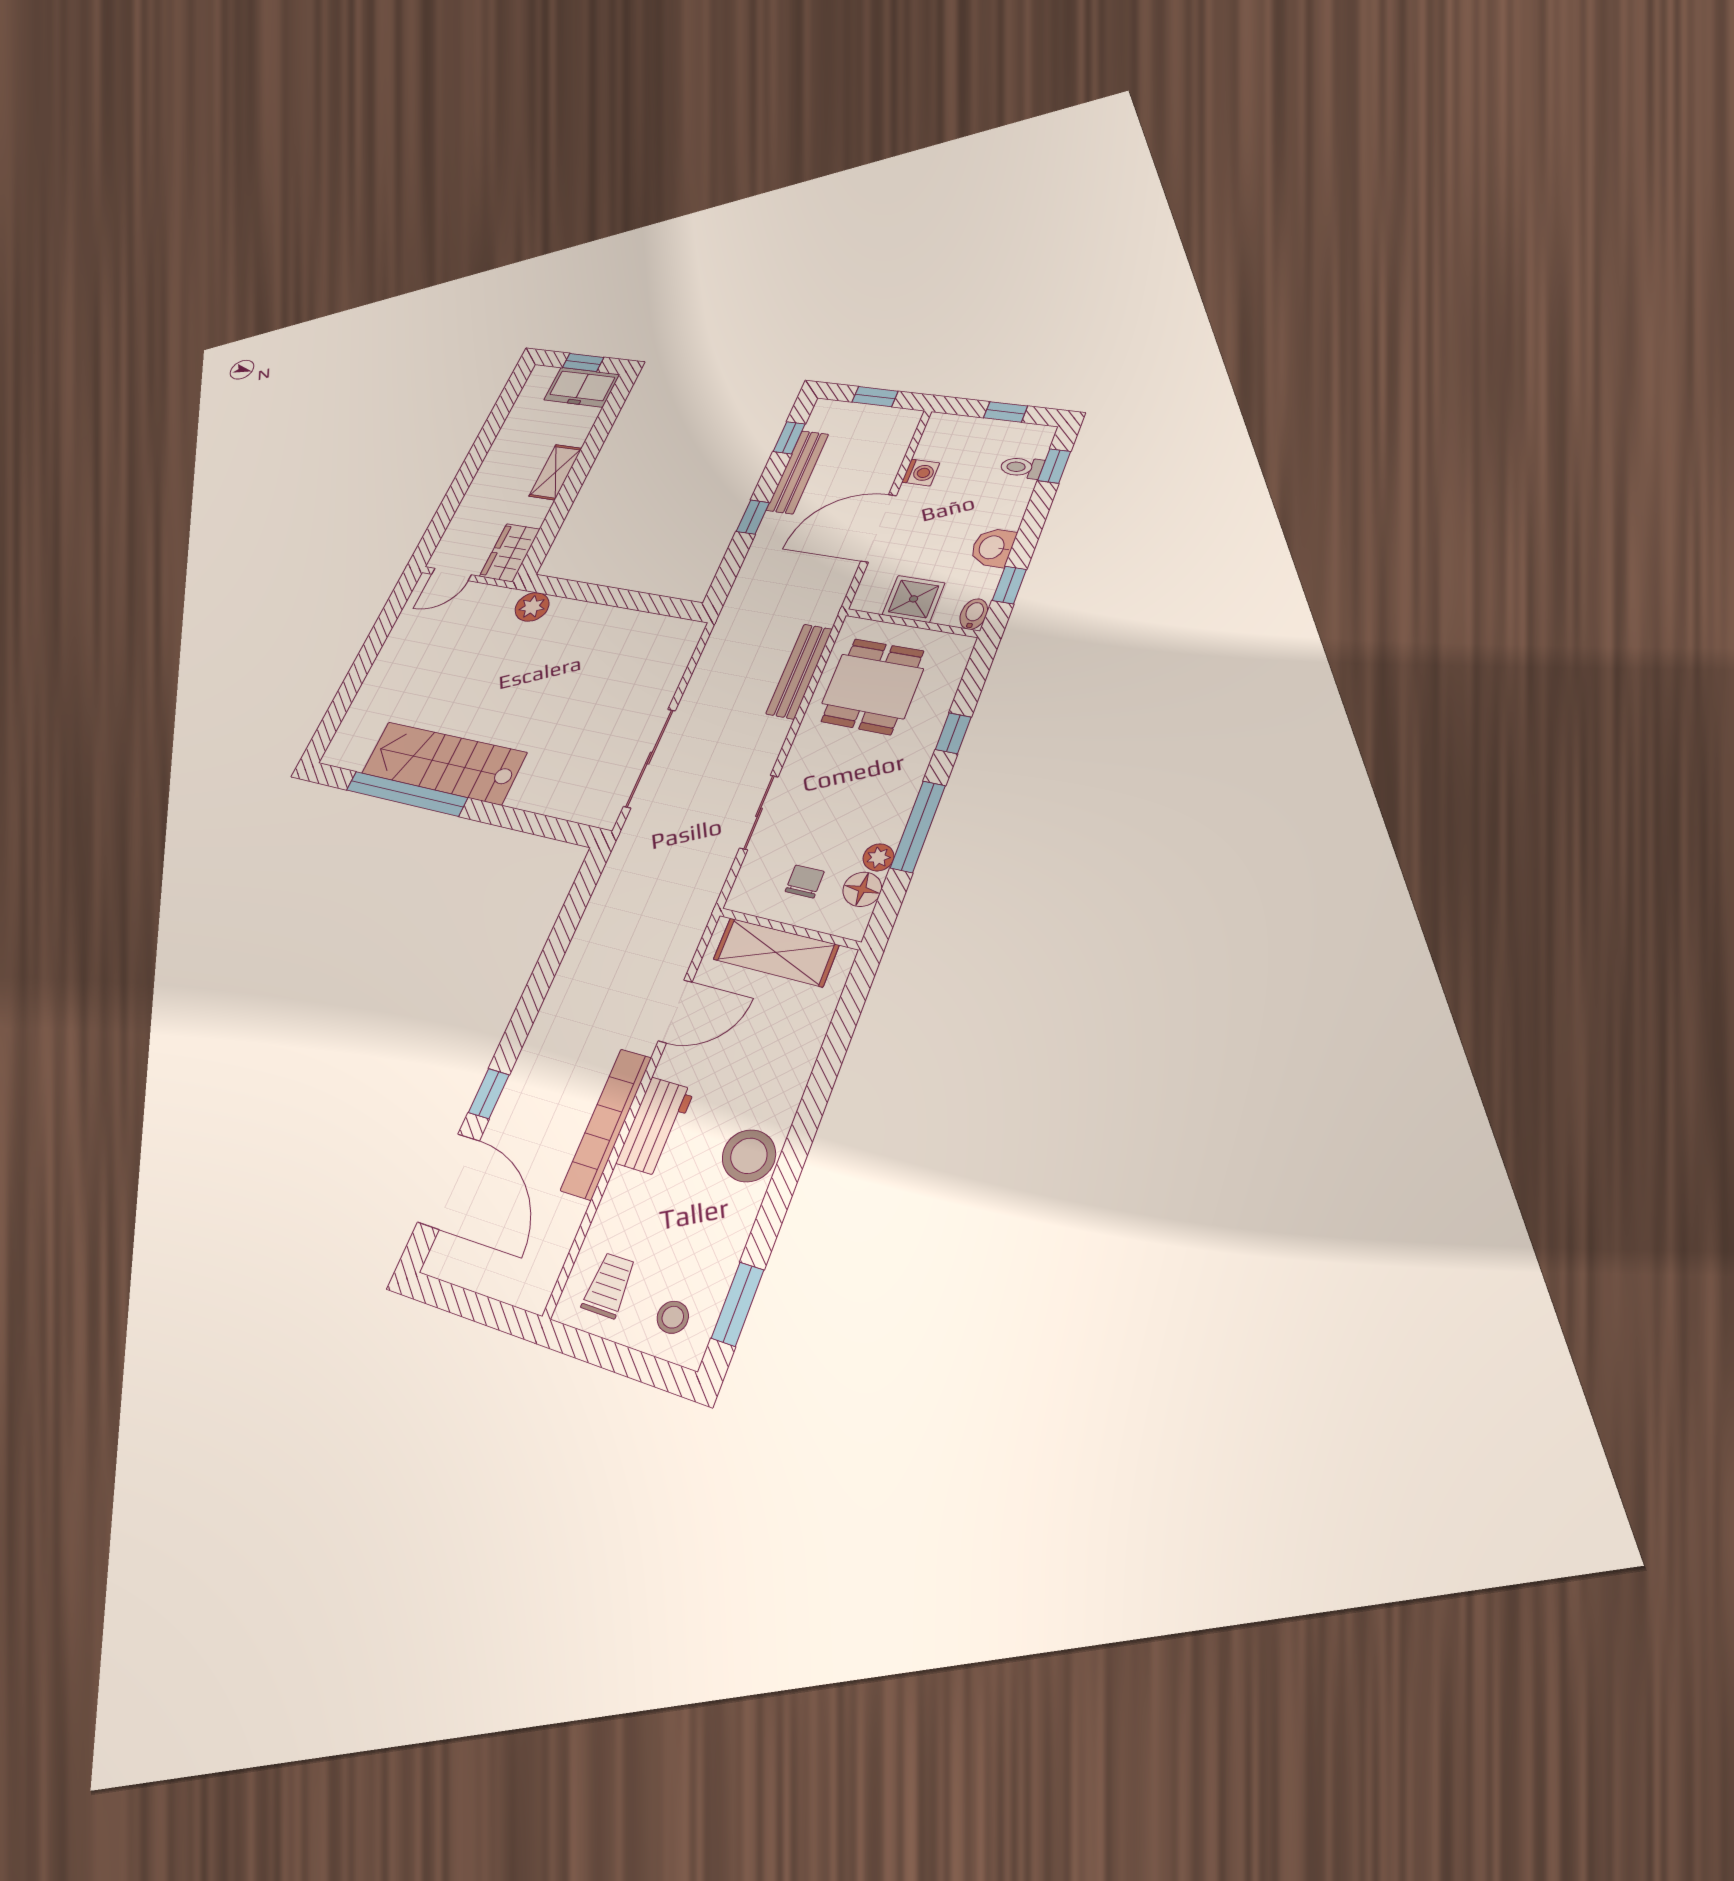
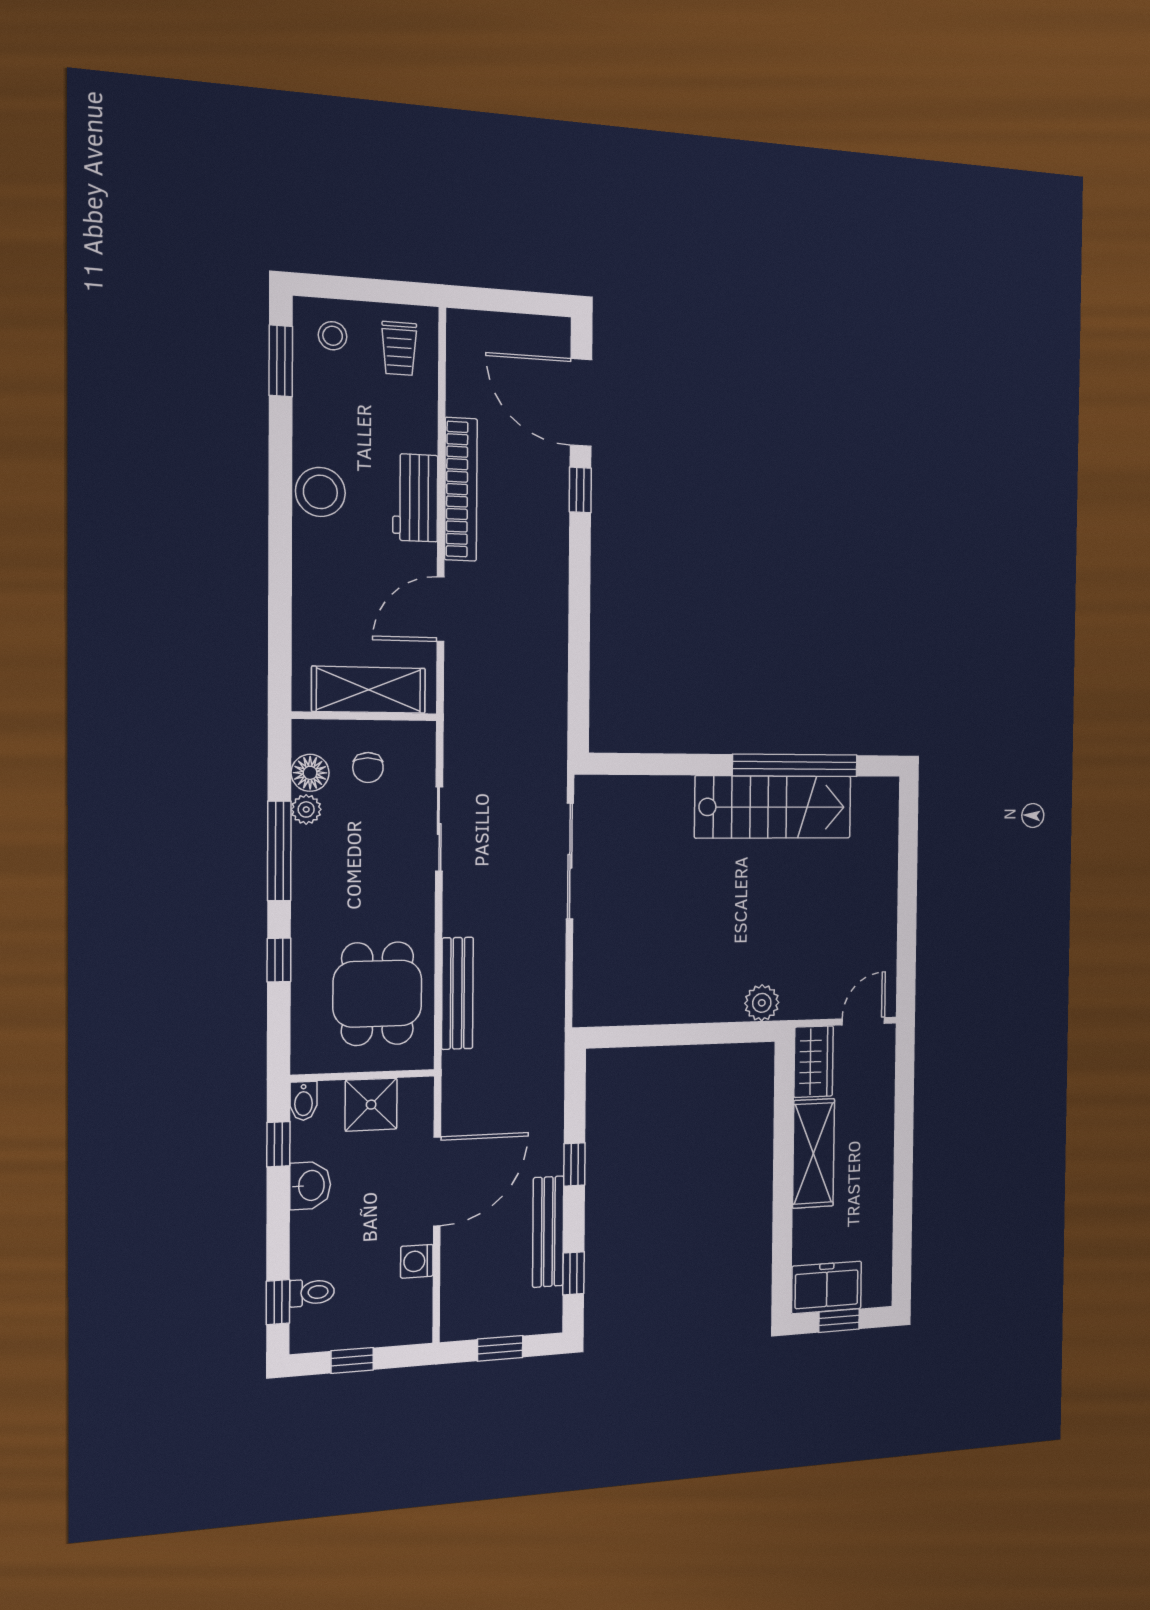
shelving: (555, 472) -> (813, 1153), width x1.50, depth x1.33

